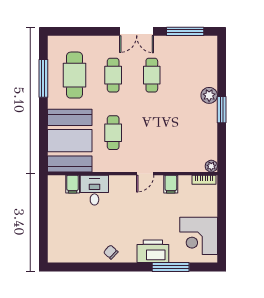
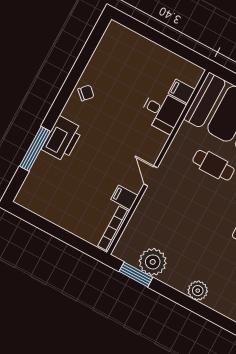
window: (222, 110) -> (136, 274), moved
plant: (211, 166) -> (153, 262), moved, width x1.87, depth x1.87
bookcase: (204, 180) -> (114, 229), width x1.56
corner desk: (199, 236) -> (52, 197), removed

